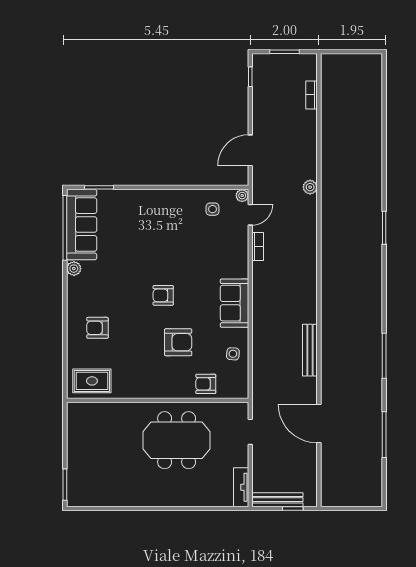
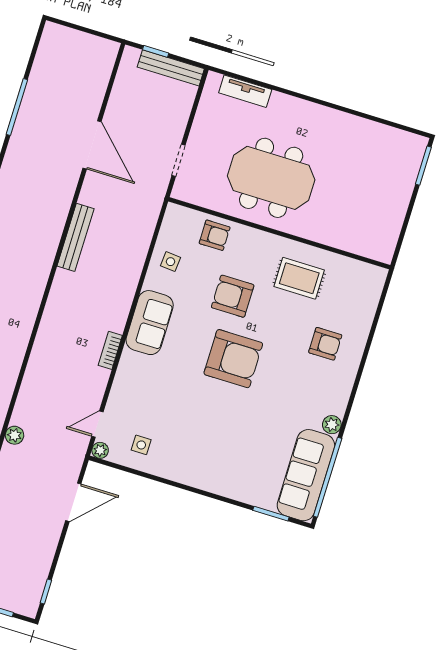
bookcase: (258, 247) -> (110, 350), moved
armchair: (163, 295) -> (233, 359), width x1.88, depth x1.88
rug: (92, 381) -> (299, 278), moved
tv unit: (241, 487) -> (245, 91), moved, turned 90

